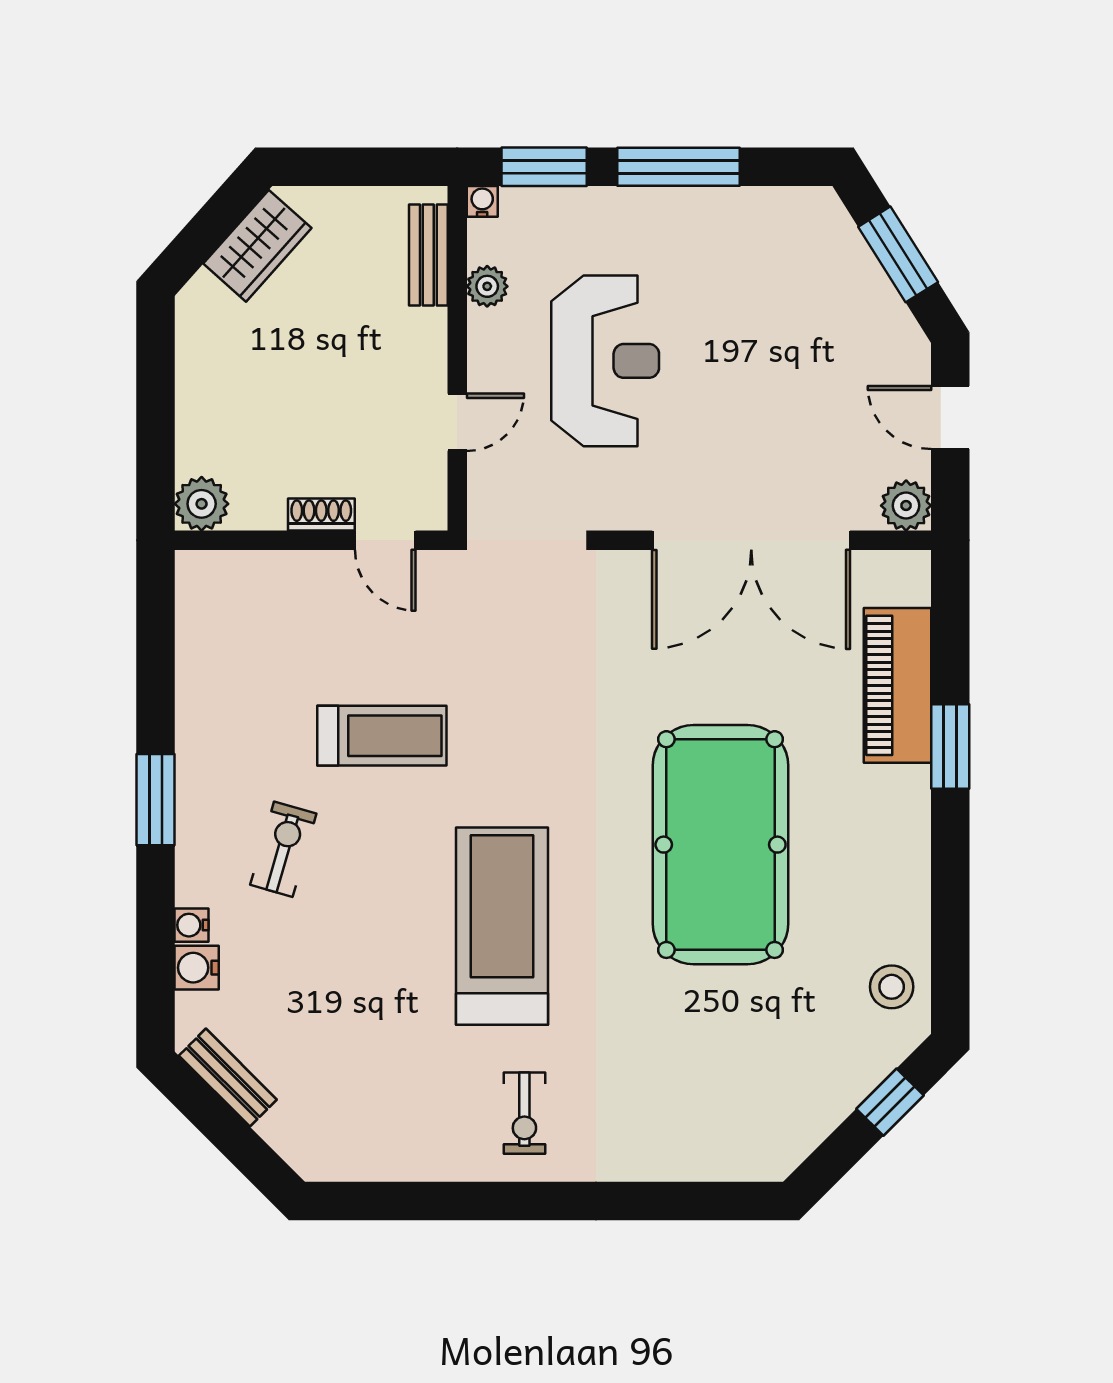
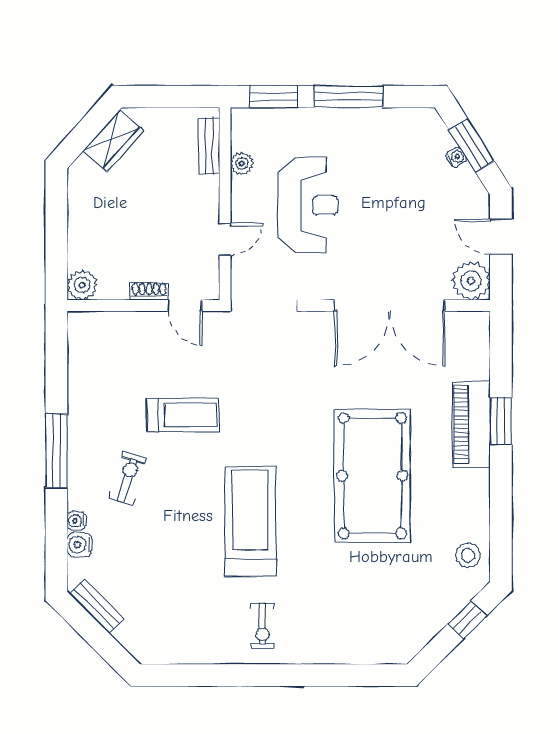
water cooler: (482, 201) -> (456, 157), moved, turned 58
plant: (906, 506) -> (471, 281), width x1.36, depth x1.36
piano: (897, 685) -> (471, 424), moved
window: (156, 800) -> (56, 451), width x1.44

